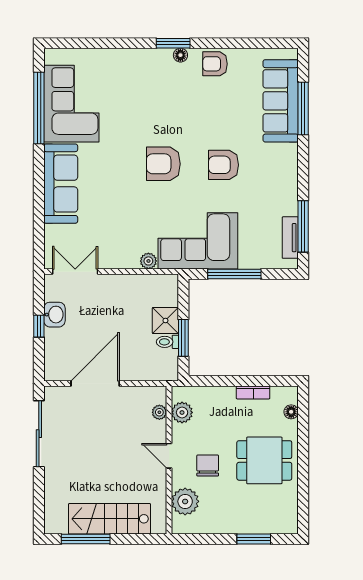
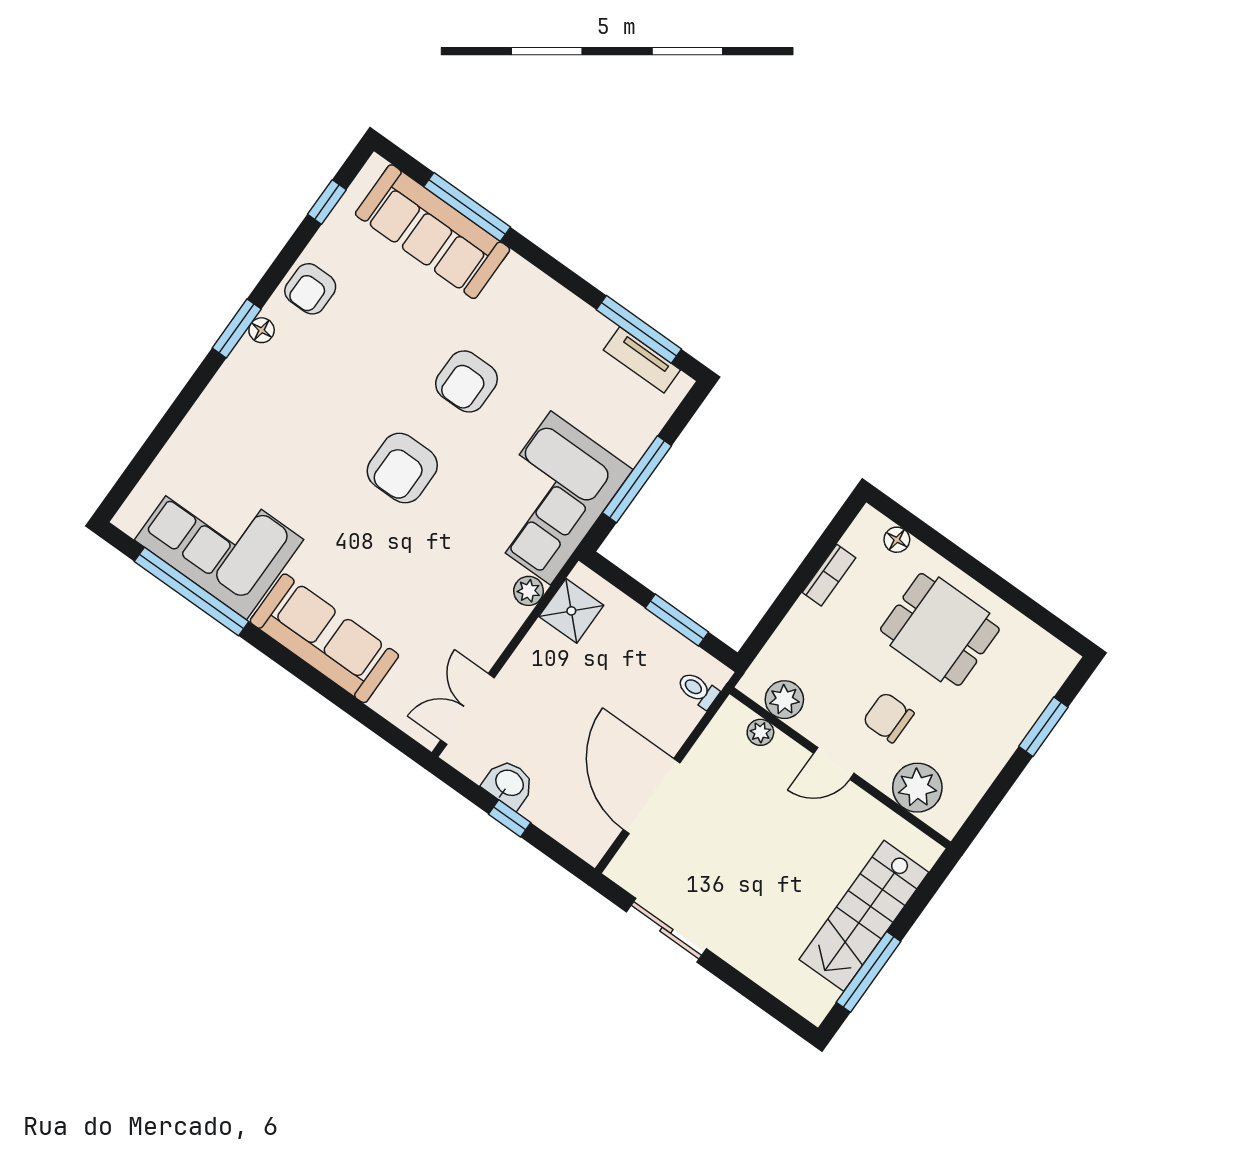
window: (260, 43) -> (327, 202), added
shower: (165, 321) -> (571, 611), moved
toilet: (167, 342) -> (698, 690), moved, turned 90
sliding door: (39, 434) -> (666, 930), width x0.73
dining table: (264, 460) -> (940, 629), turned 90

